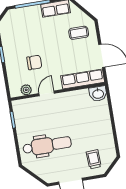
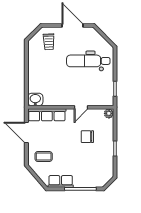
plant: (26, 90) -> (109, 113), moved

